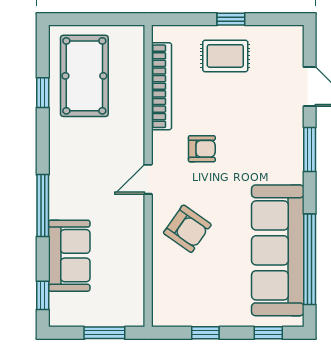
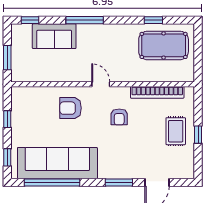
armchair: (187, 229) -> (71, 108), turned 55

